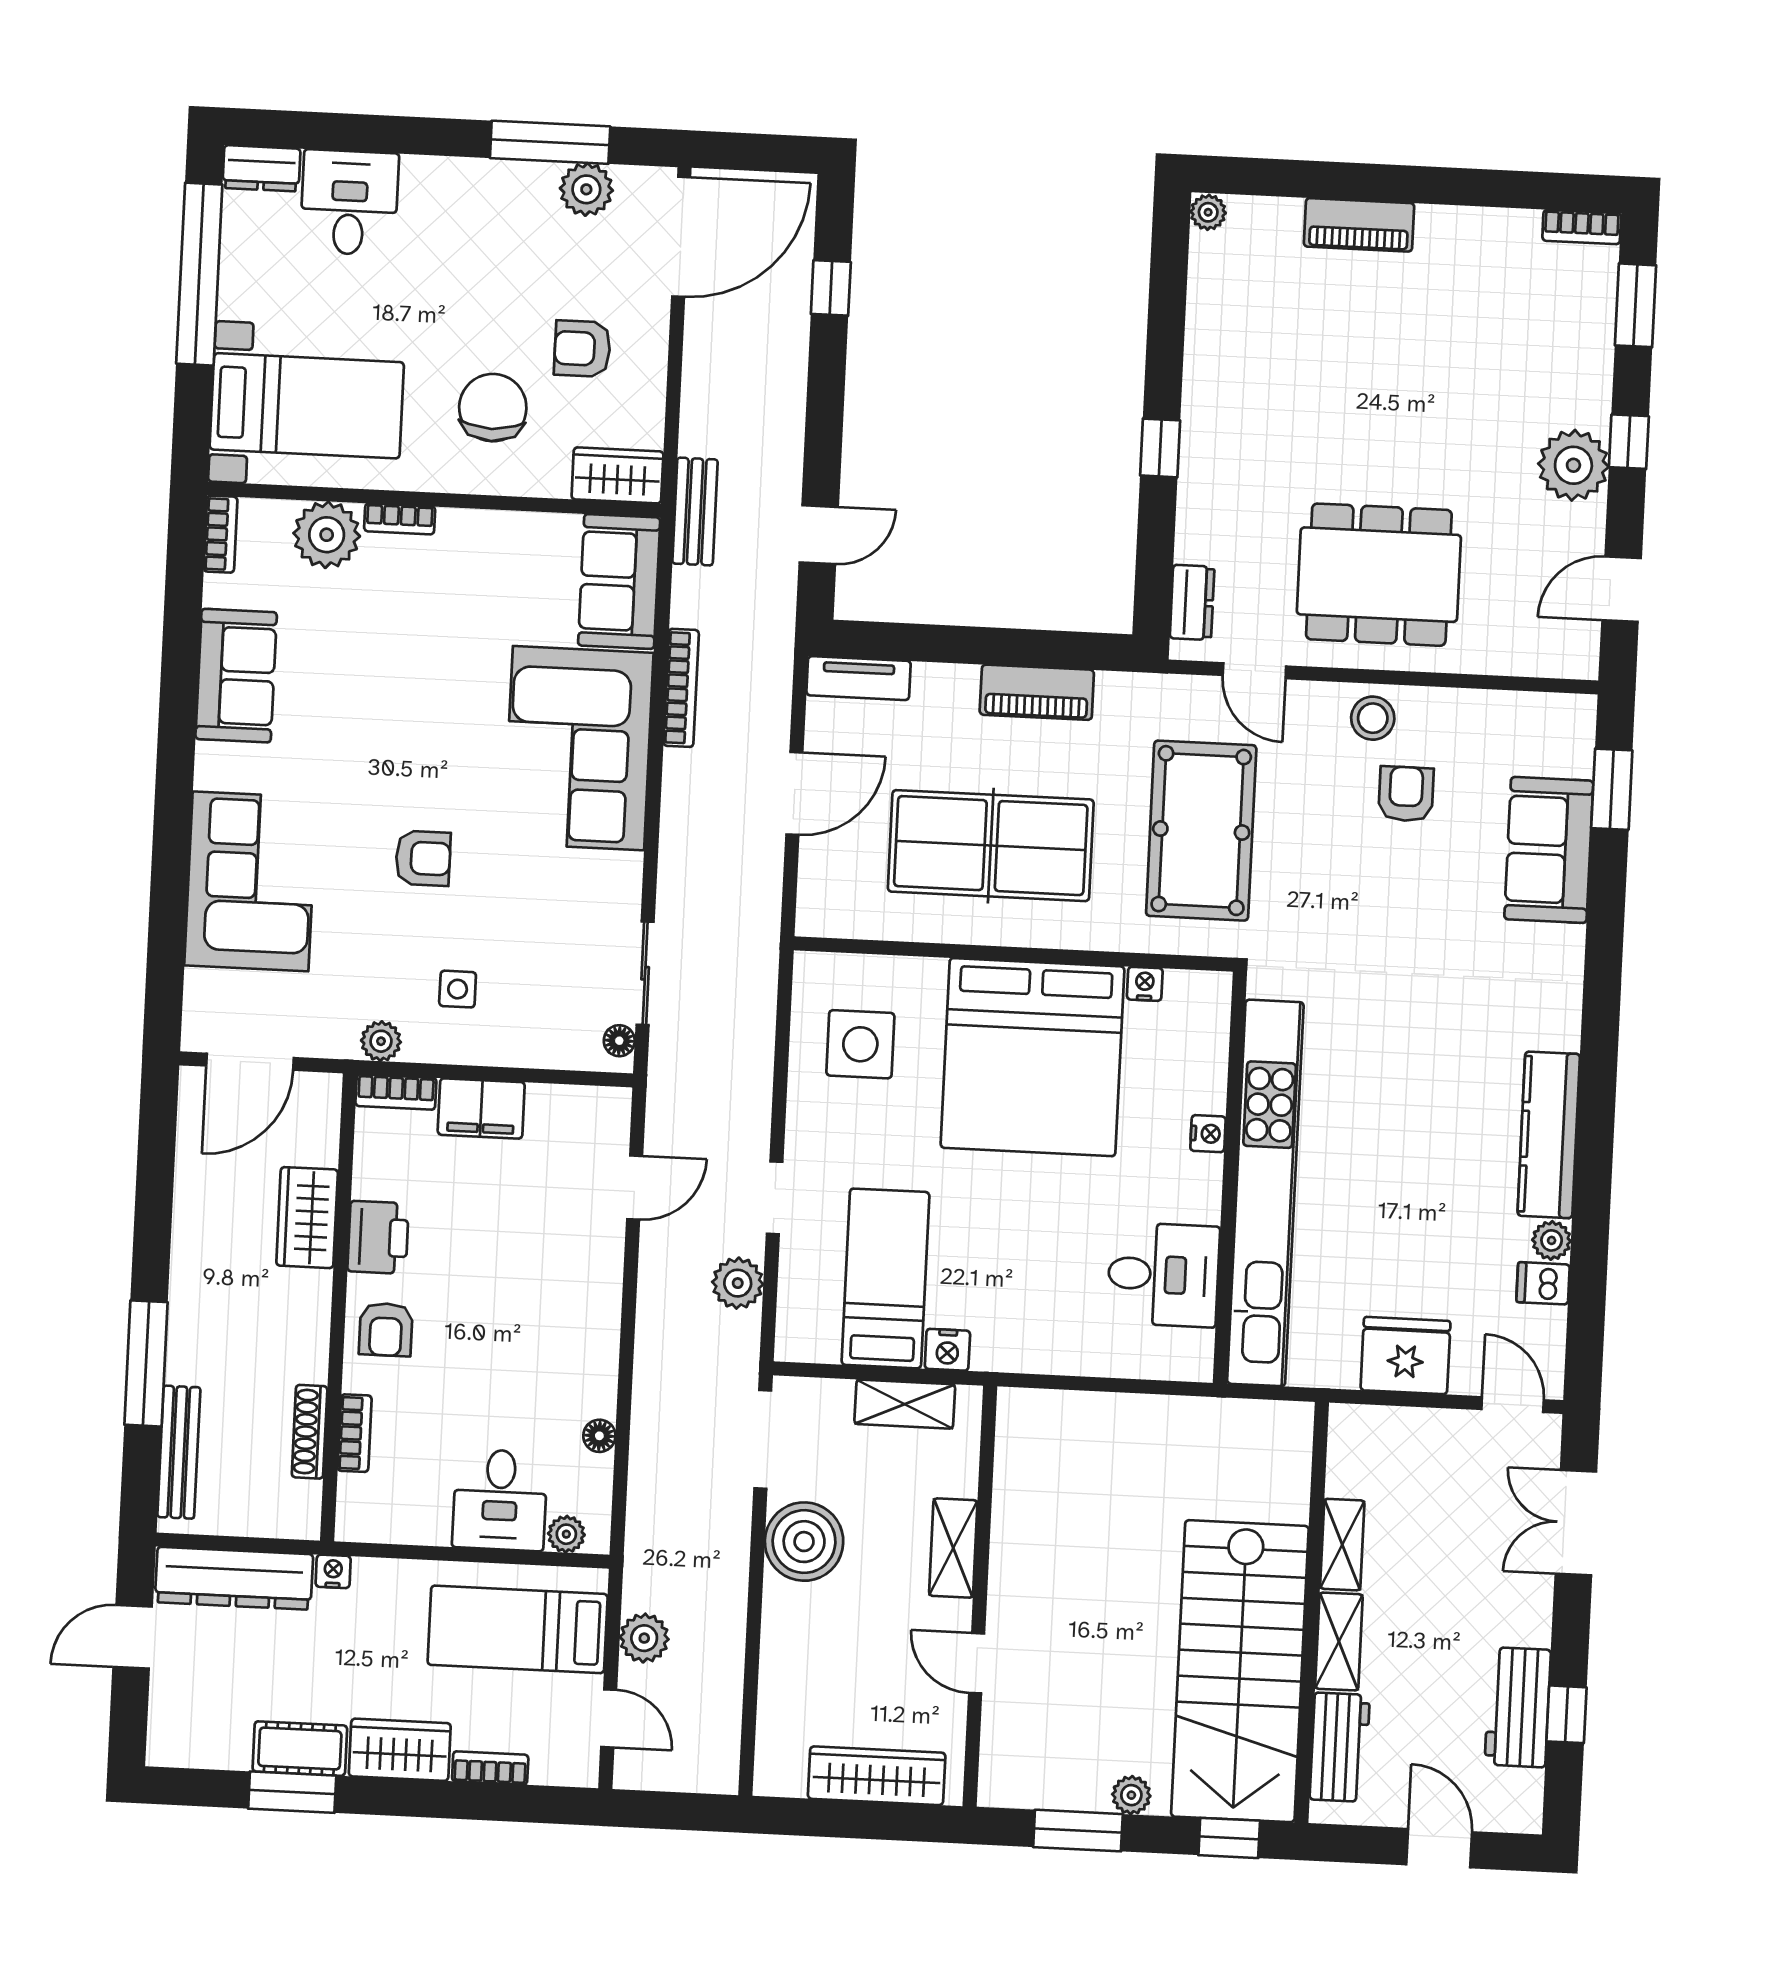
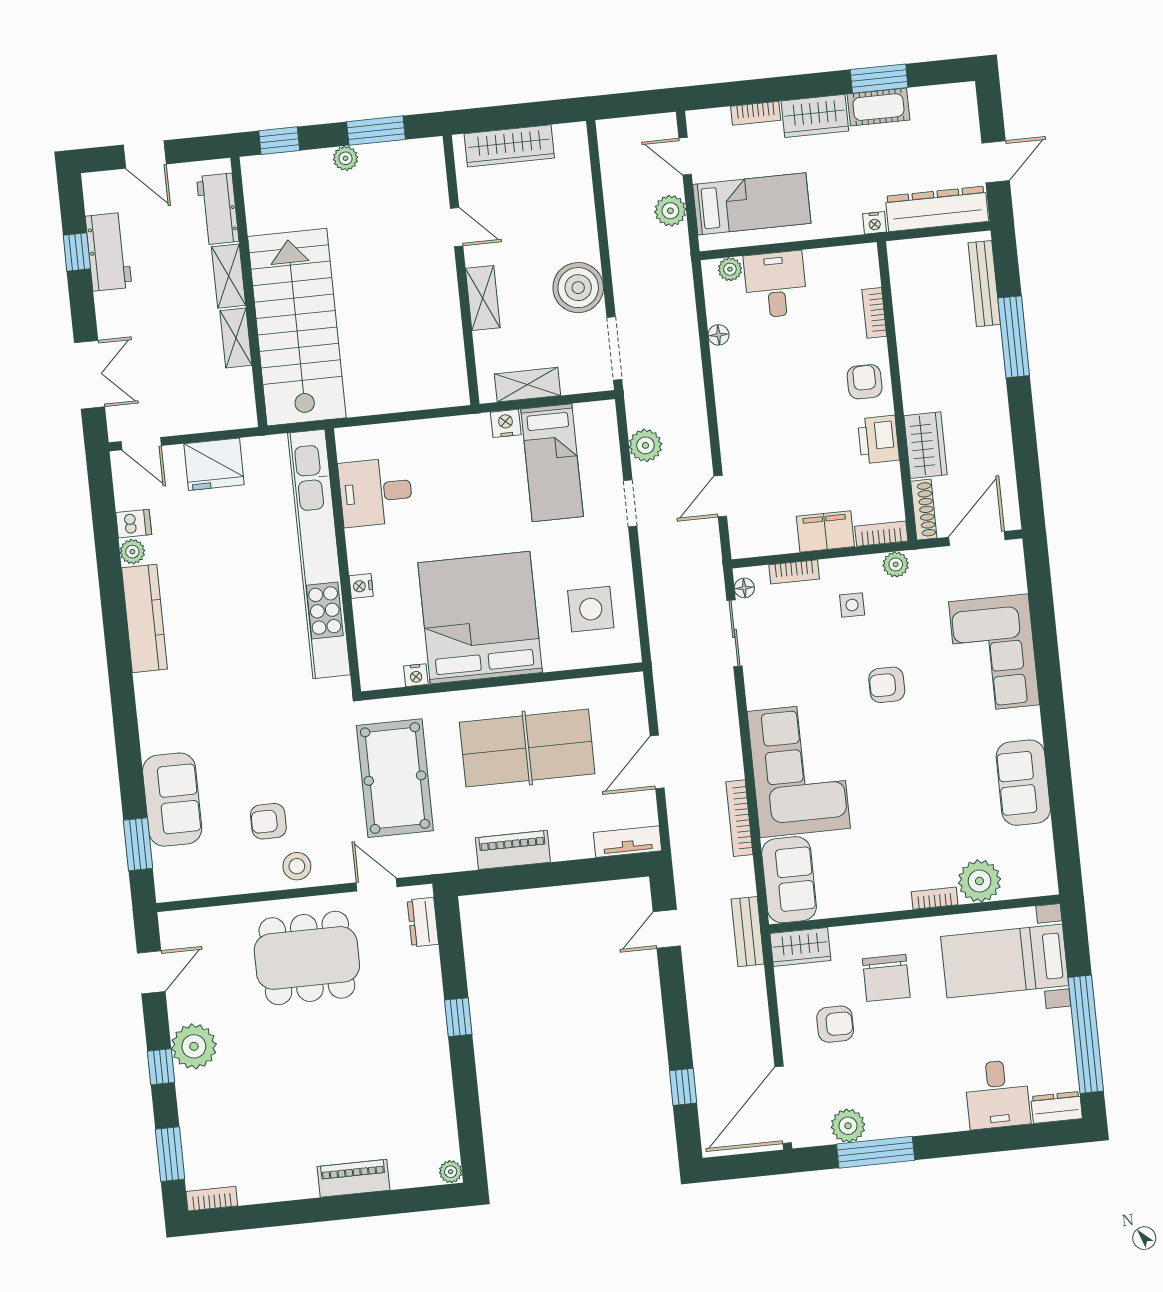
bookcase: (221, 534) -> (794, 572), moved, turned -90
armchair: (1406, 794) -> (268, 821), turned 90
shoe rack: (310, 1432) -> (924, 510), moved
stairs: (1240, 1671) -> (297, 327), moved

